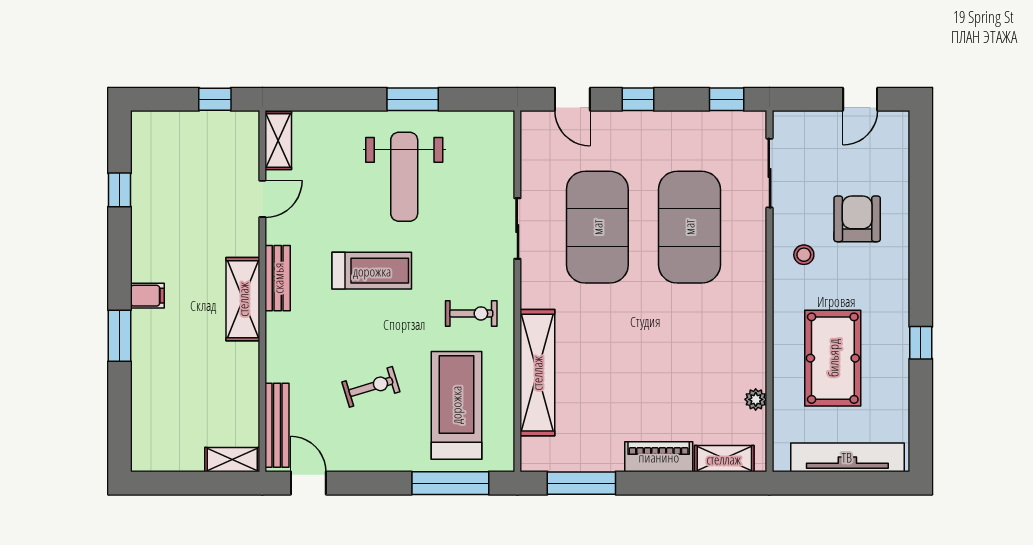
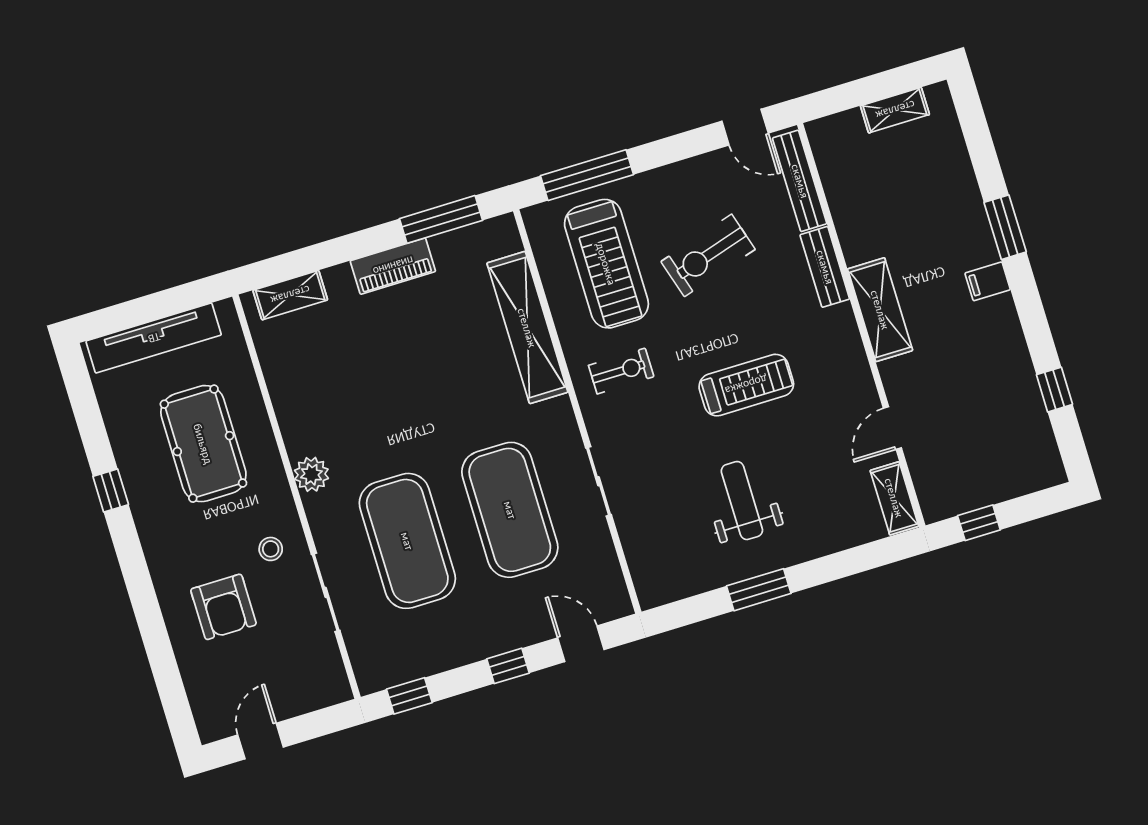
sliding door: (769, 173) -> (326, 592), moved
weight bench: (404, 177) -> (742, 501), width x0.73, depth x0.75
treadmill: (372, 271) -> (746, 385), turned 180
bench: (278, 278) -> (825, 267), moved
exercise bike: (471, 313) -> (621, 371), turned 180
exercise bike: (371, 387) -> (708, 255), width x1.38, depth x1.39
plant: (756, 399) -> (311, 474), moved, width x1.38, depth x1.38
piano: (659, 457) -> (393, 266), moved
shelving: (232, 460) -> (895, 110), moved

